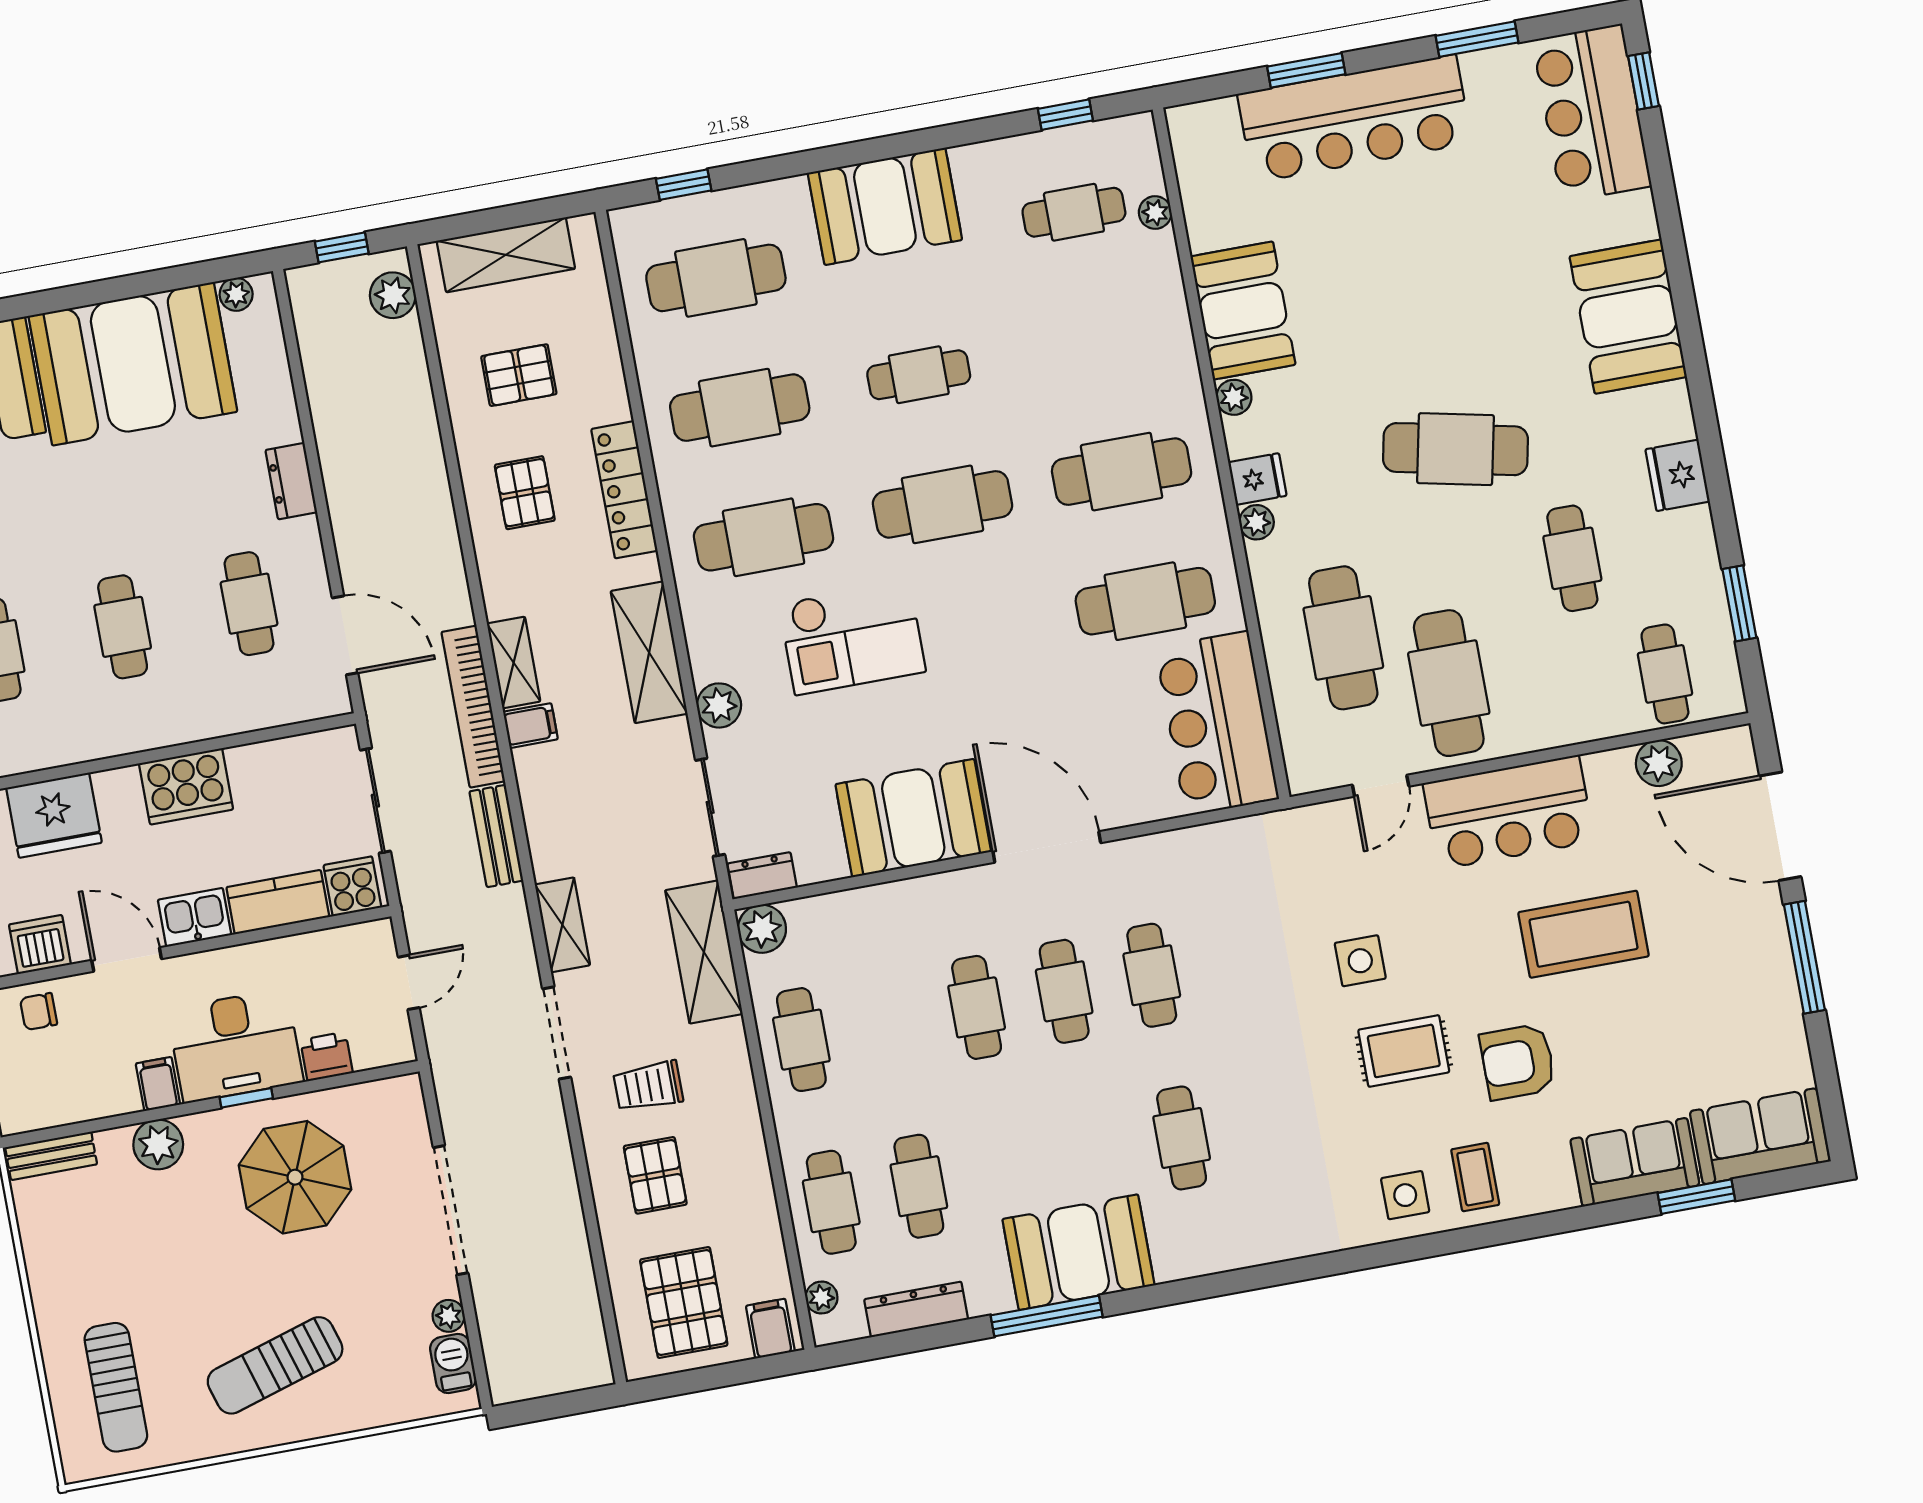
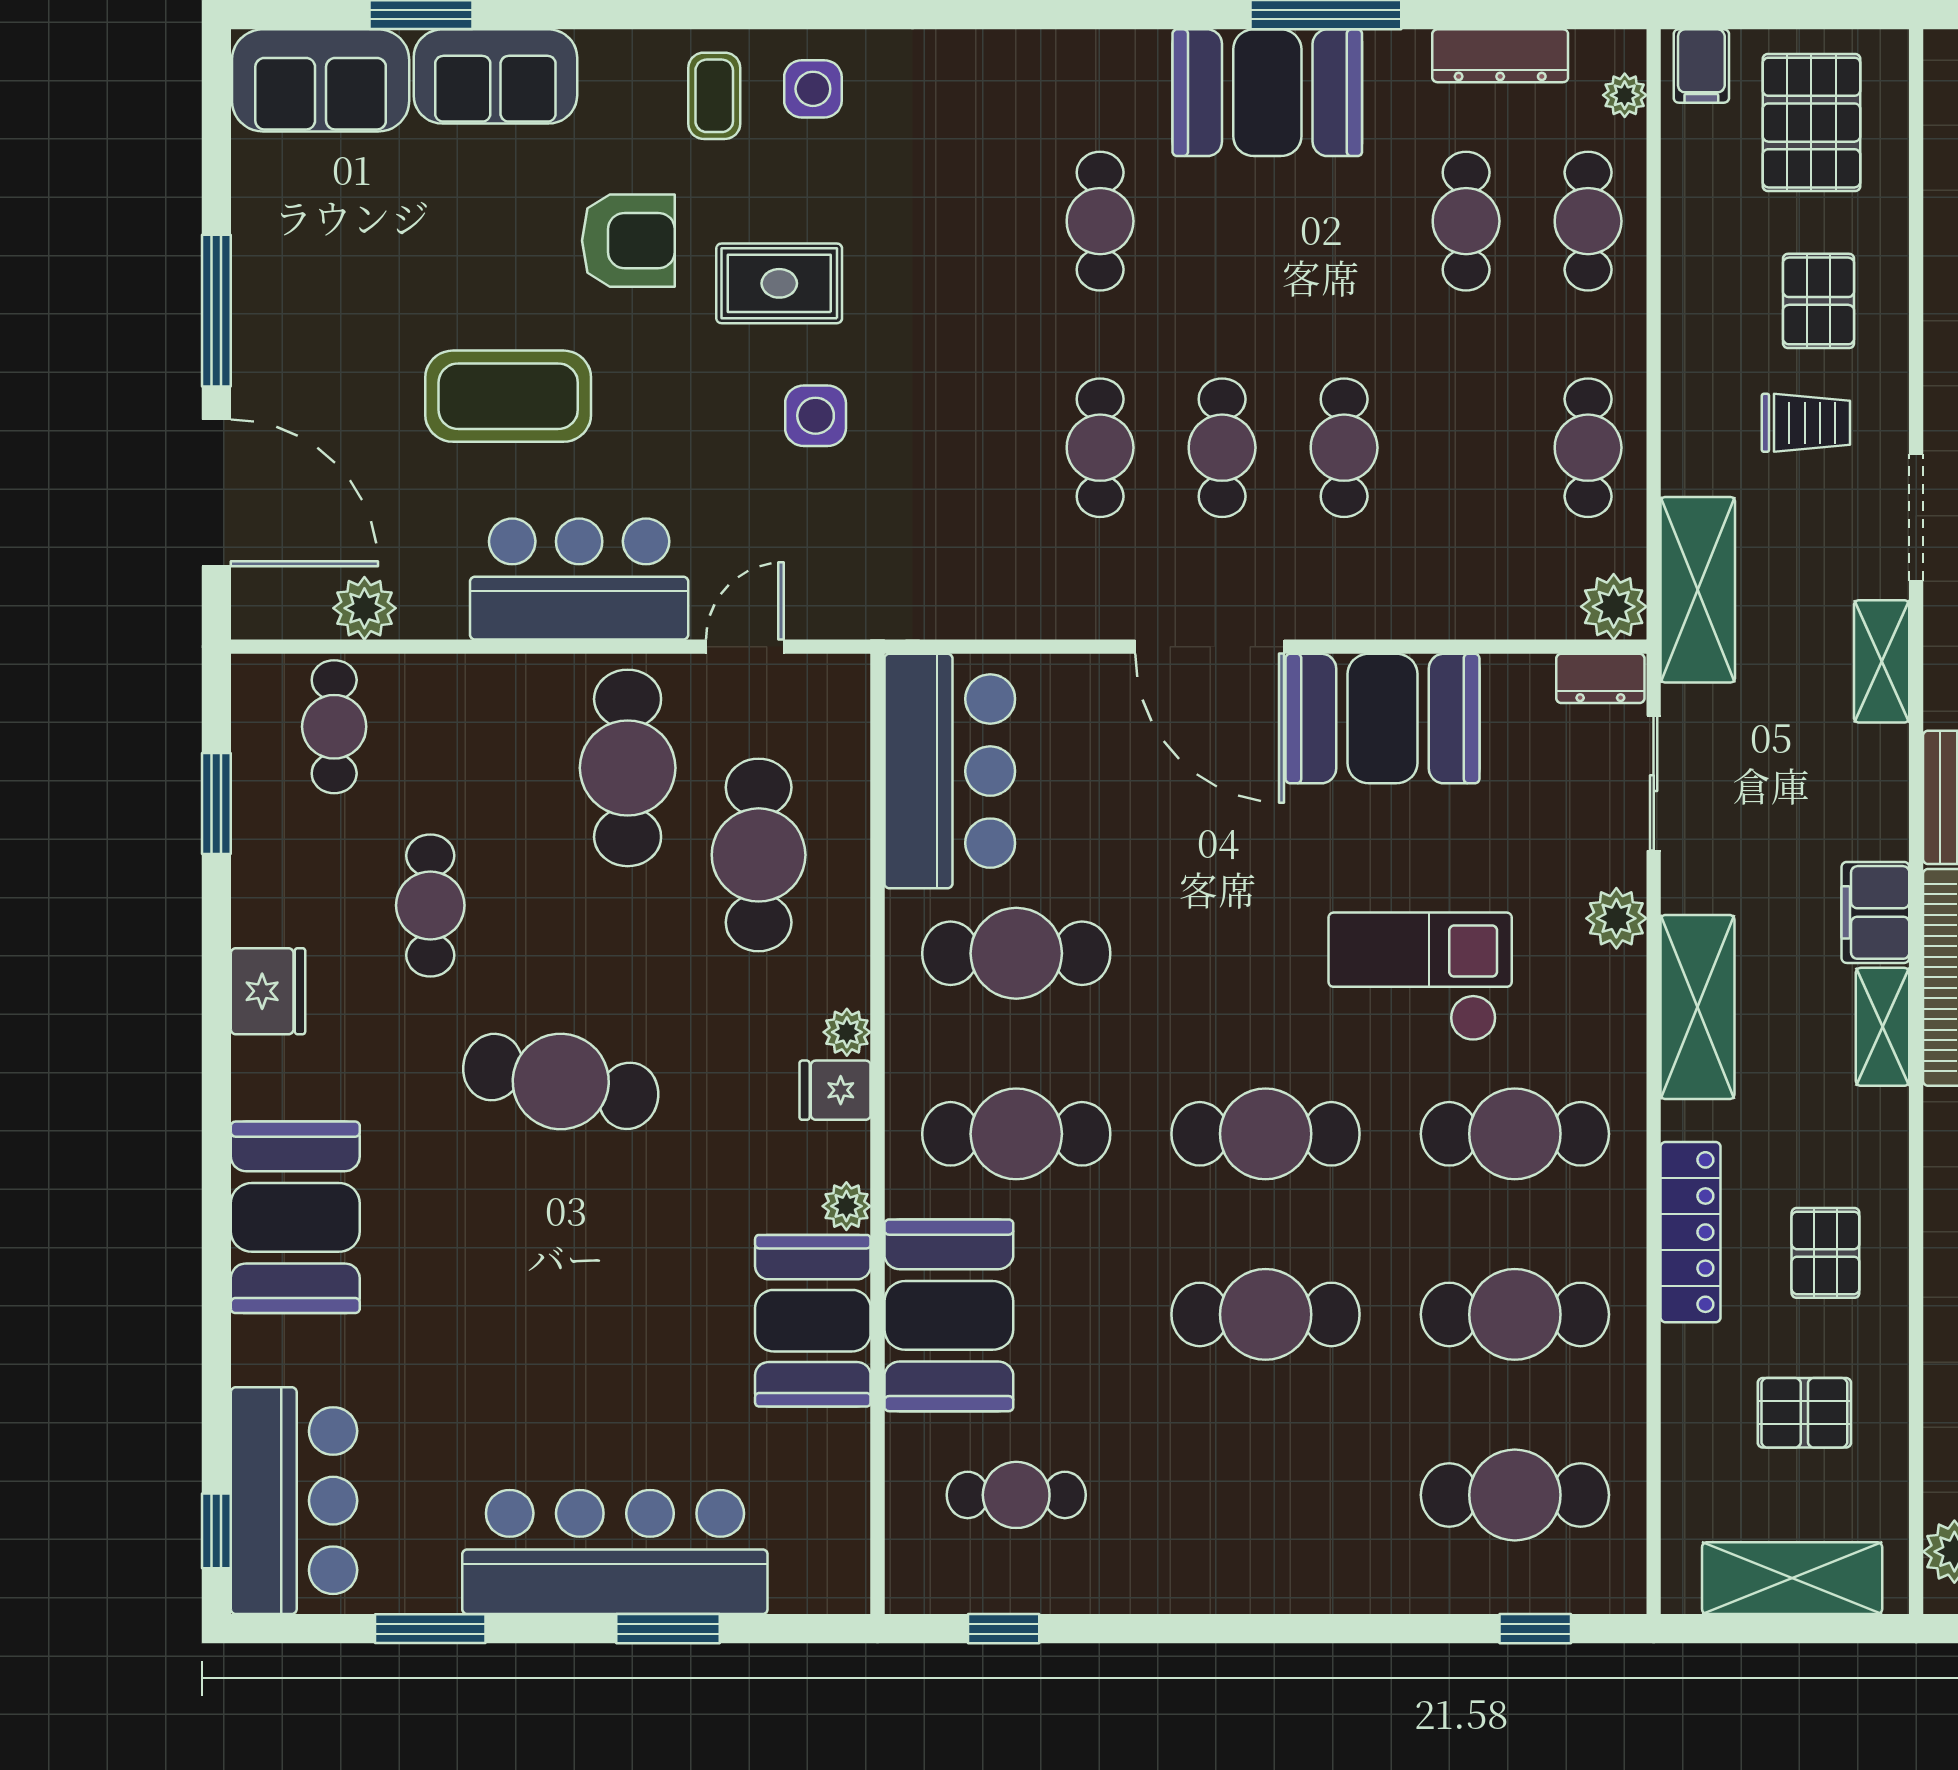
booth: (885, 206) -> (949, 1315), moved, turned 90
plant: (1155, 213) -> (907, 1475), removed
cafe table: (919, 375) -> (1266, 1314), width x1.37, depth x1.35
filing cabinet: (530, 726) -> (1875, 912), width x2.00

